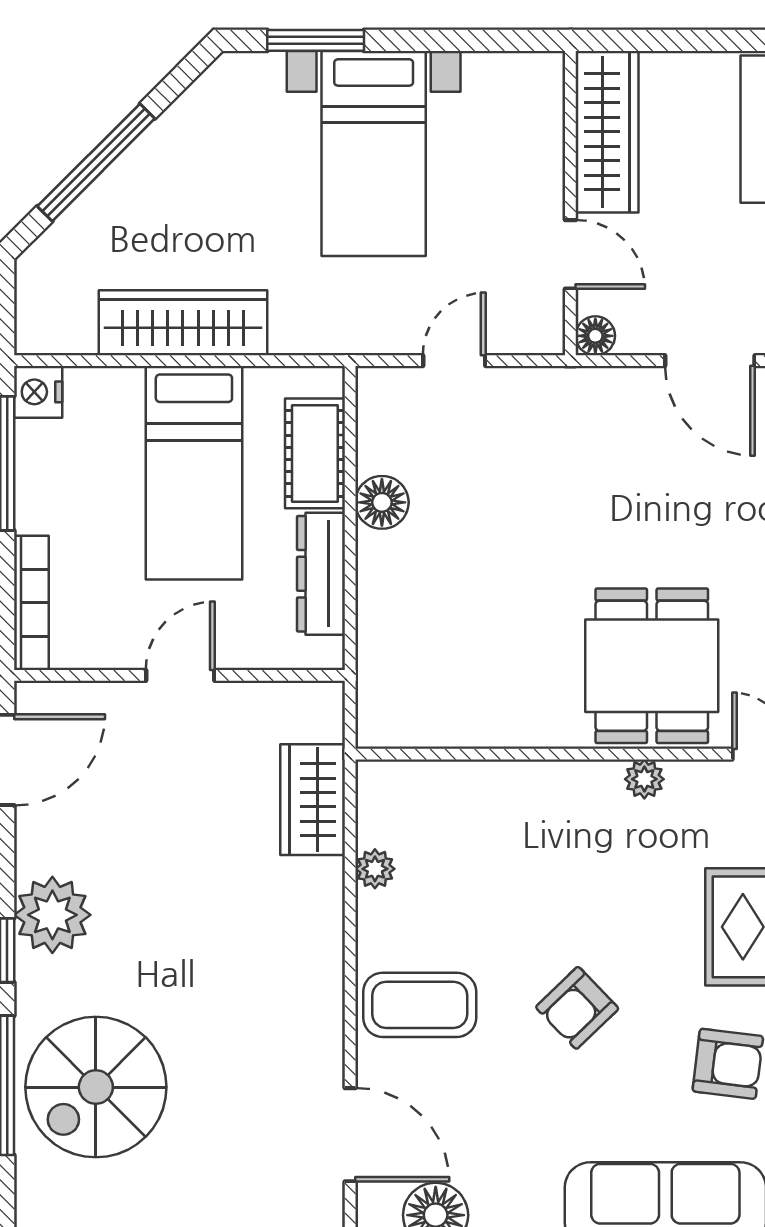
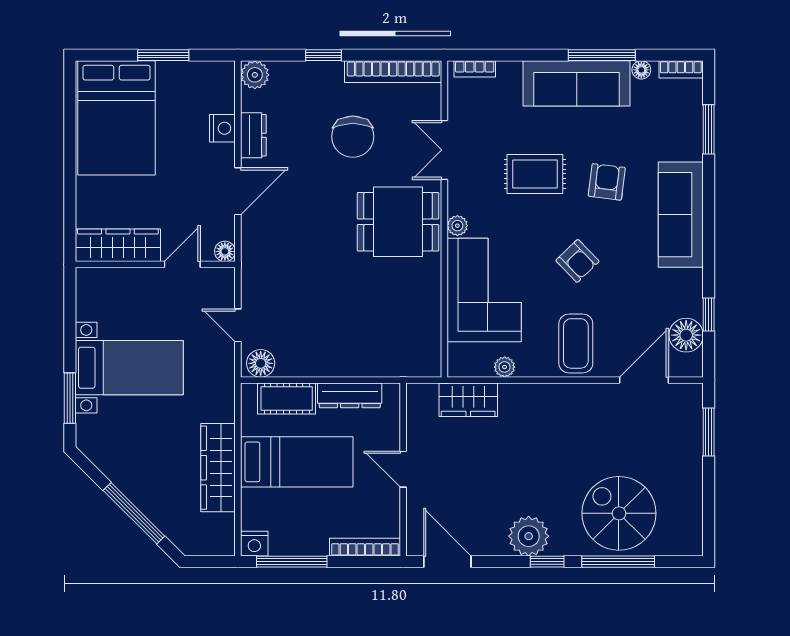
floor lamp: (382, 502) -> (261, 363), moved
corner sofa: (522, 830) -> (484, 290), added
spiral stairs: (96, 1087) -> (619, 513), turned 180

